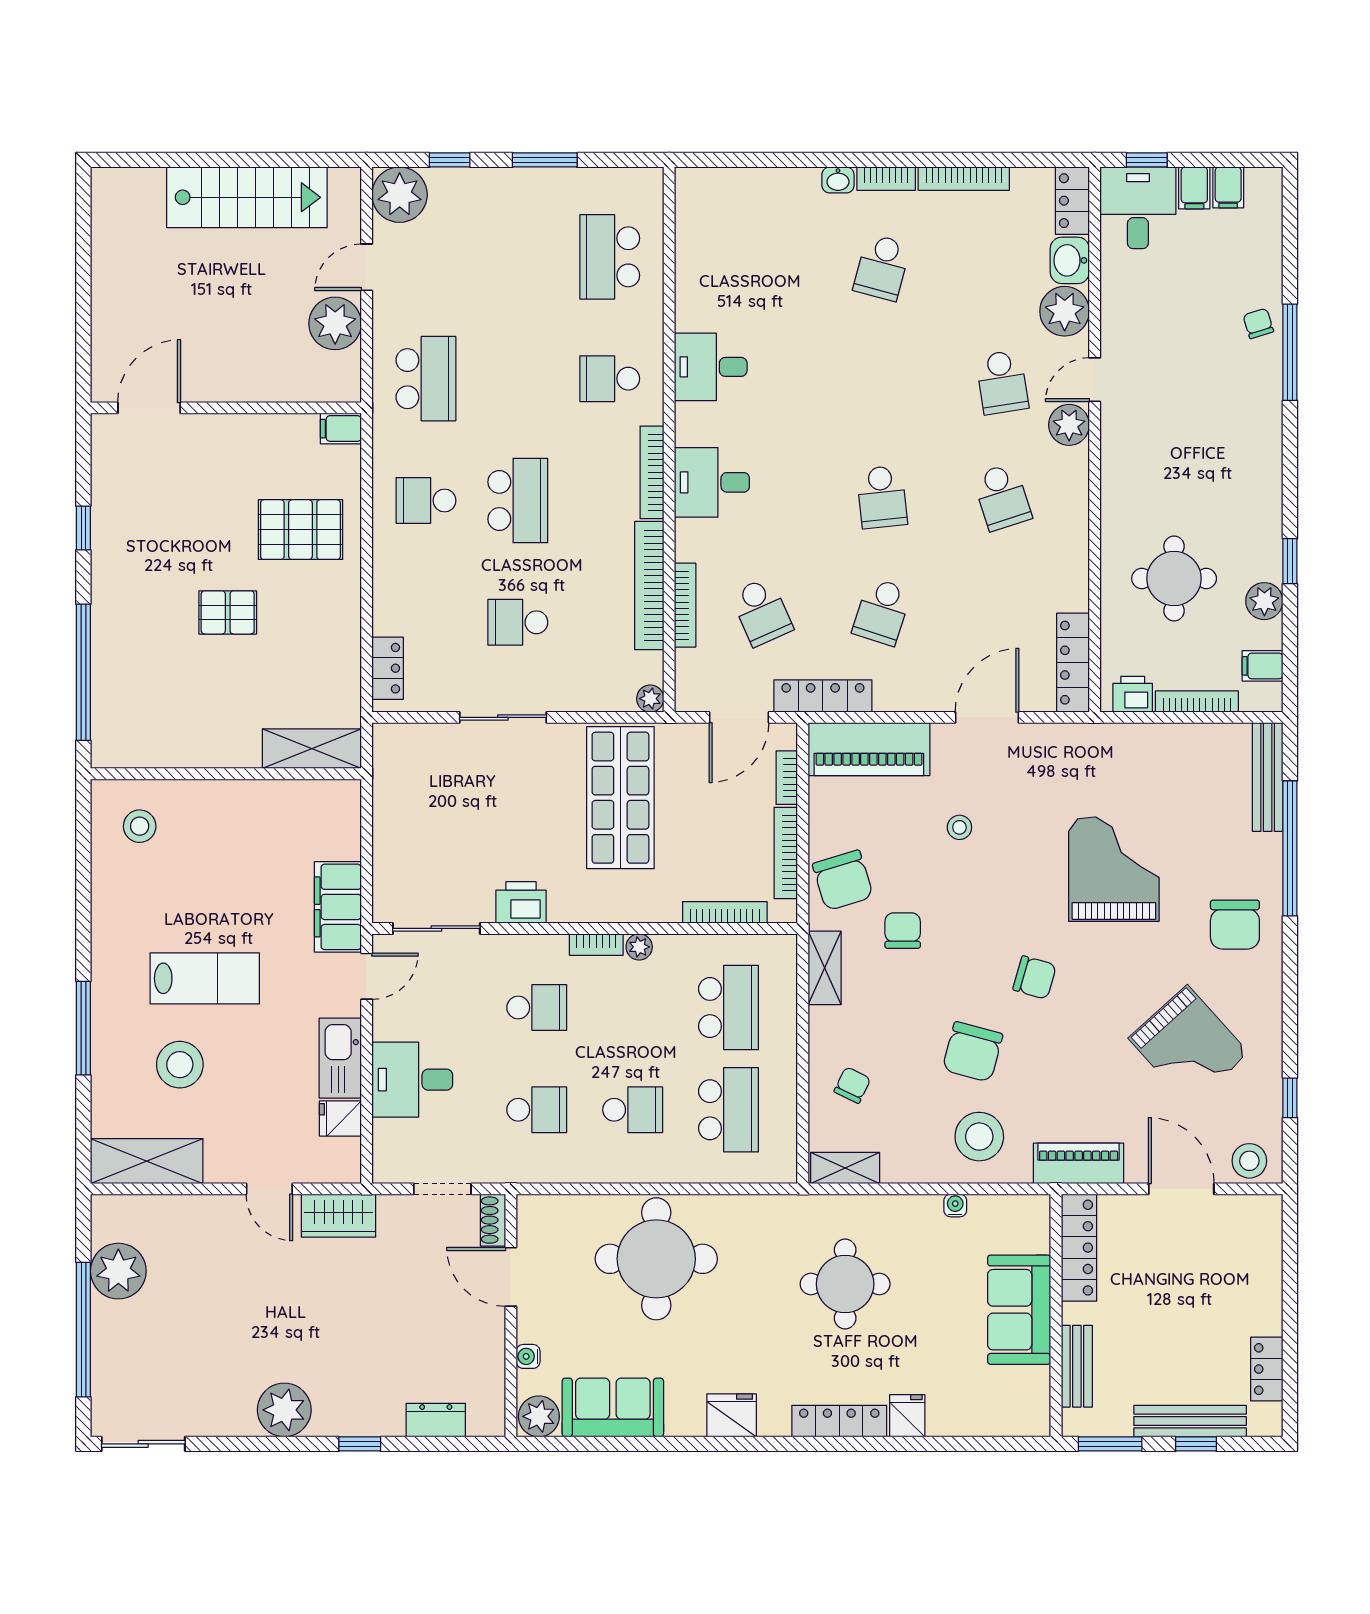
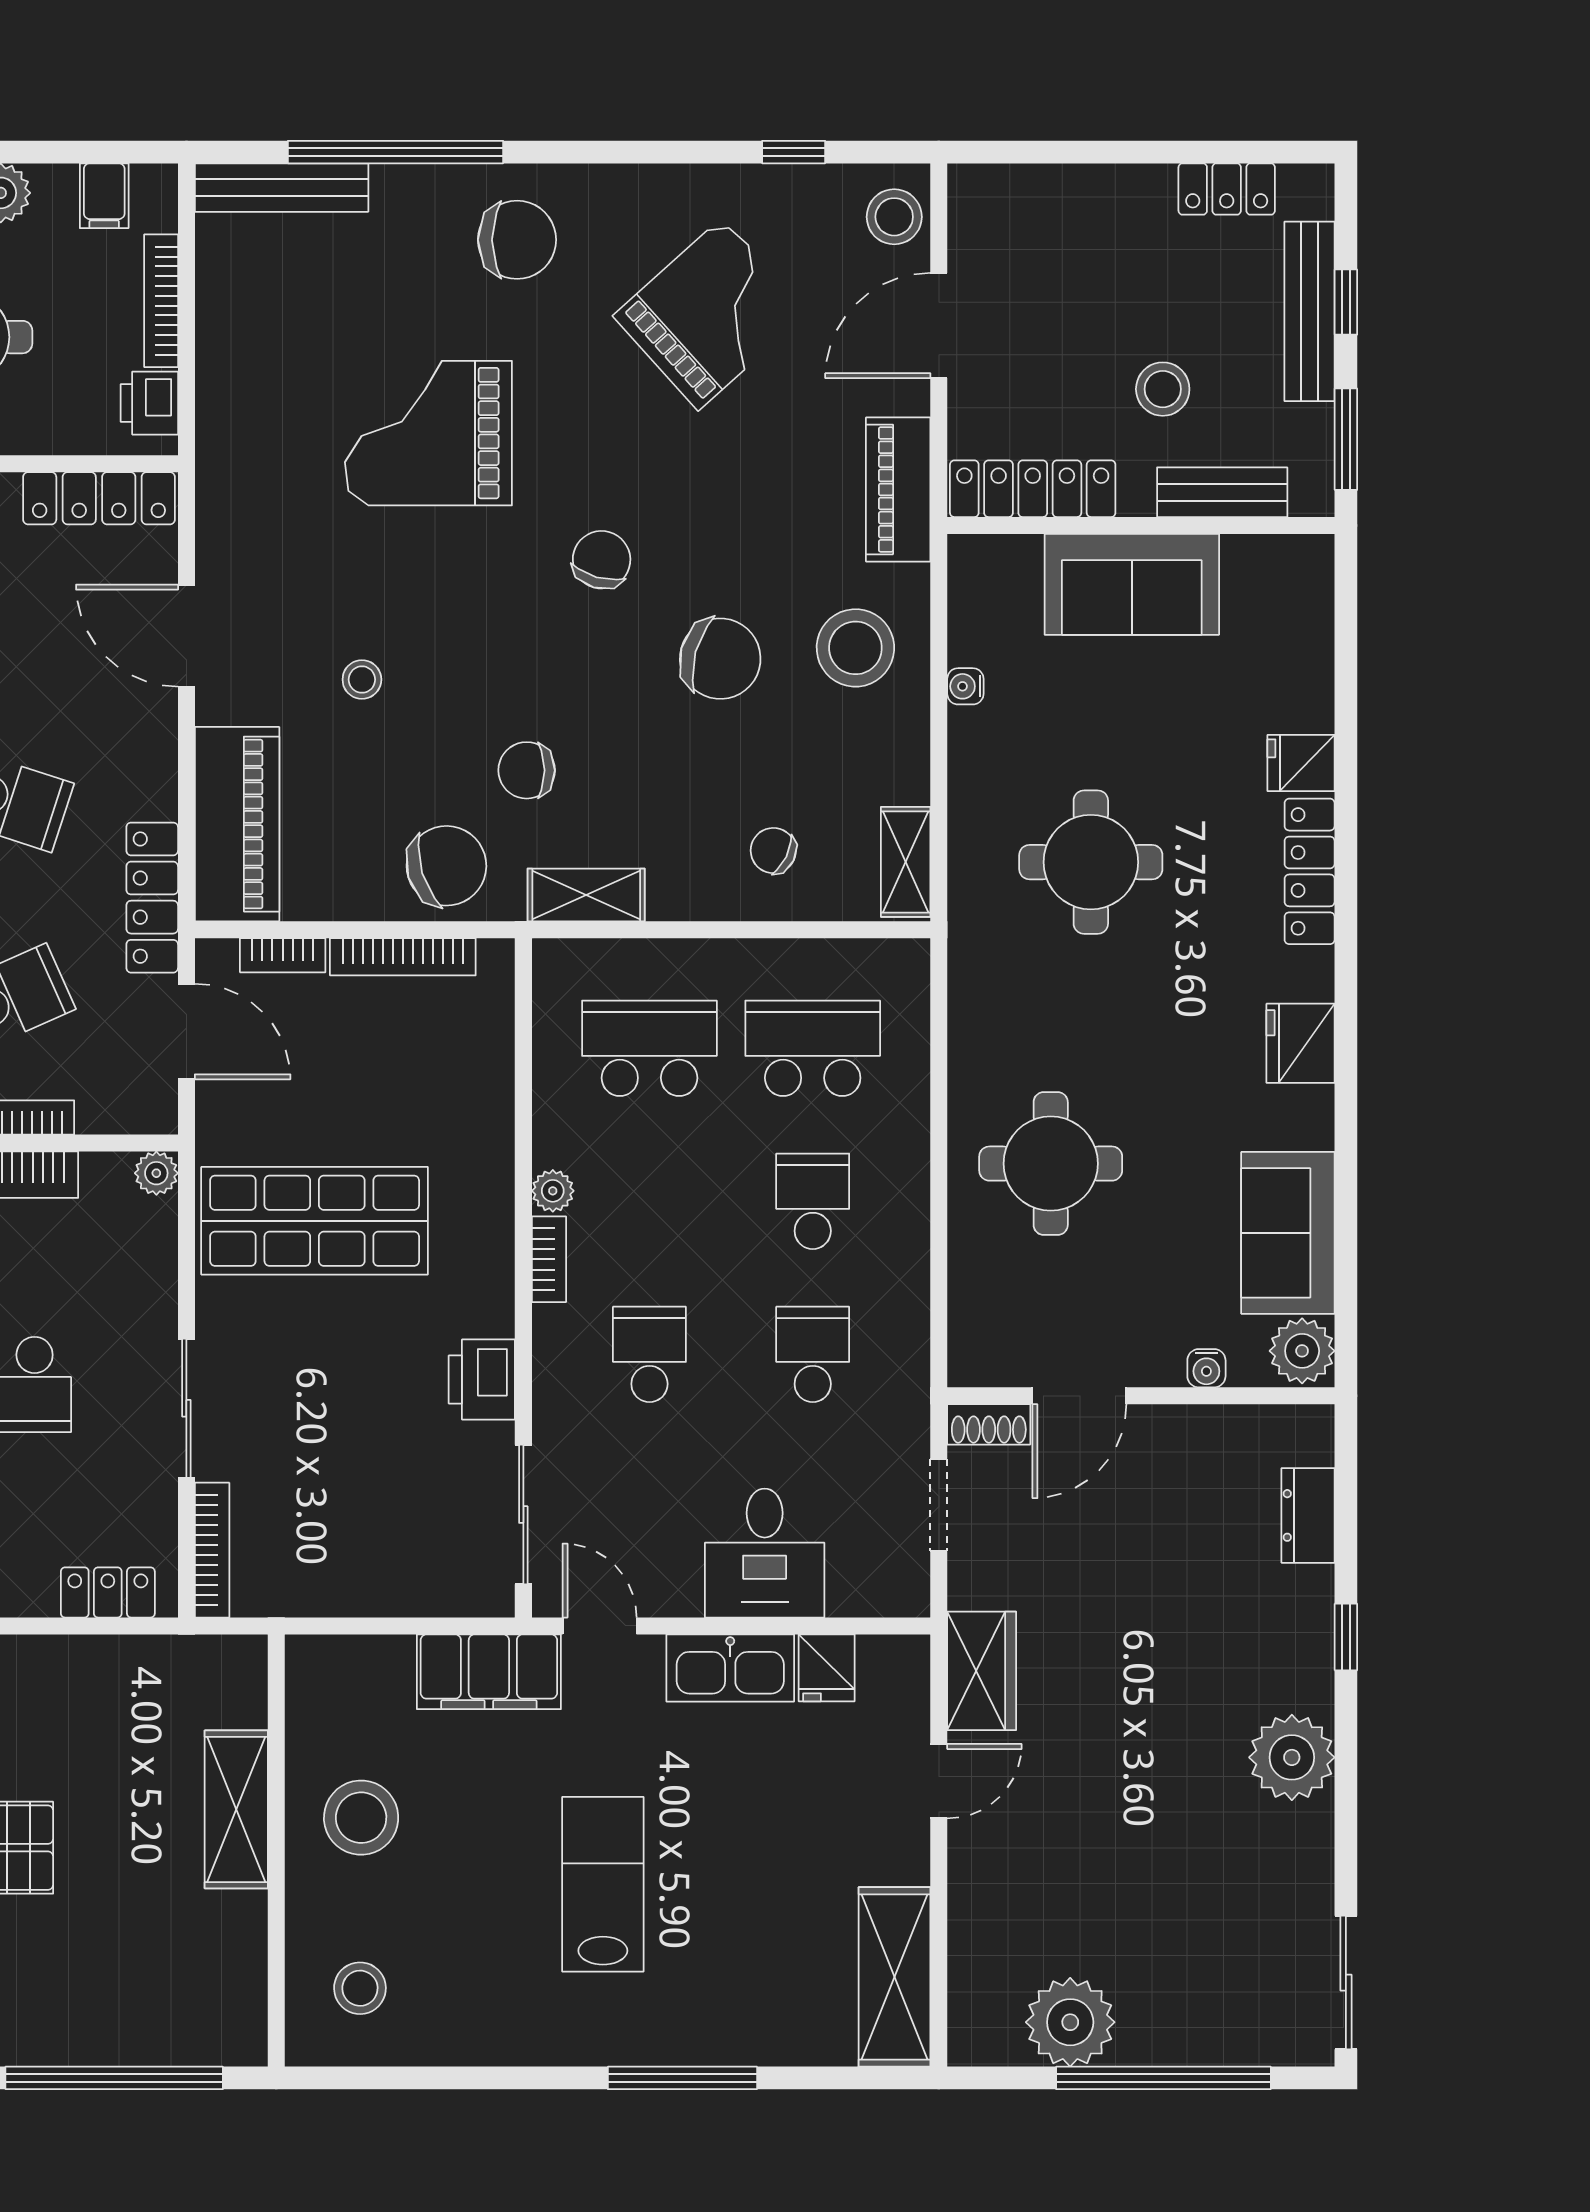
shelving: (312, 749) -> (236, 1809), moved
bookcase: (725, 912) -> (212, 1550), moved, turned 180
stool: (180, 1065) -> (361, 1818), moved
round table: (656, 1259) -> (1051, 1164), width x0.73, depth x0.73
stool: (1141, 1329) -> (1163, 389), added

